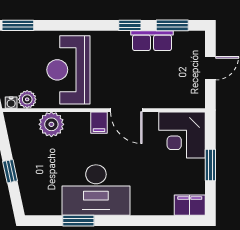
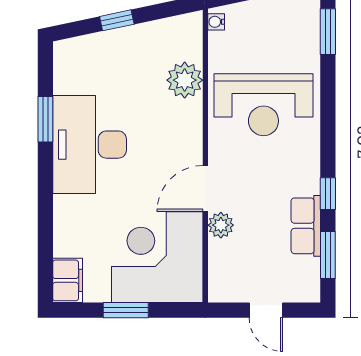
reception desk: (68, 70) -> (263, 105), turned 180
plant: (27, 99) -> (221, 225), moved
filing cabinet: (99, 123) -> (187, 149), removed
corner desk: (182, 135) -> (157, 257), width x1.36, depth x1.36

